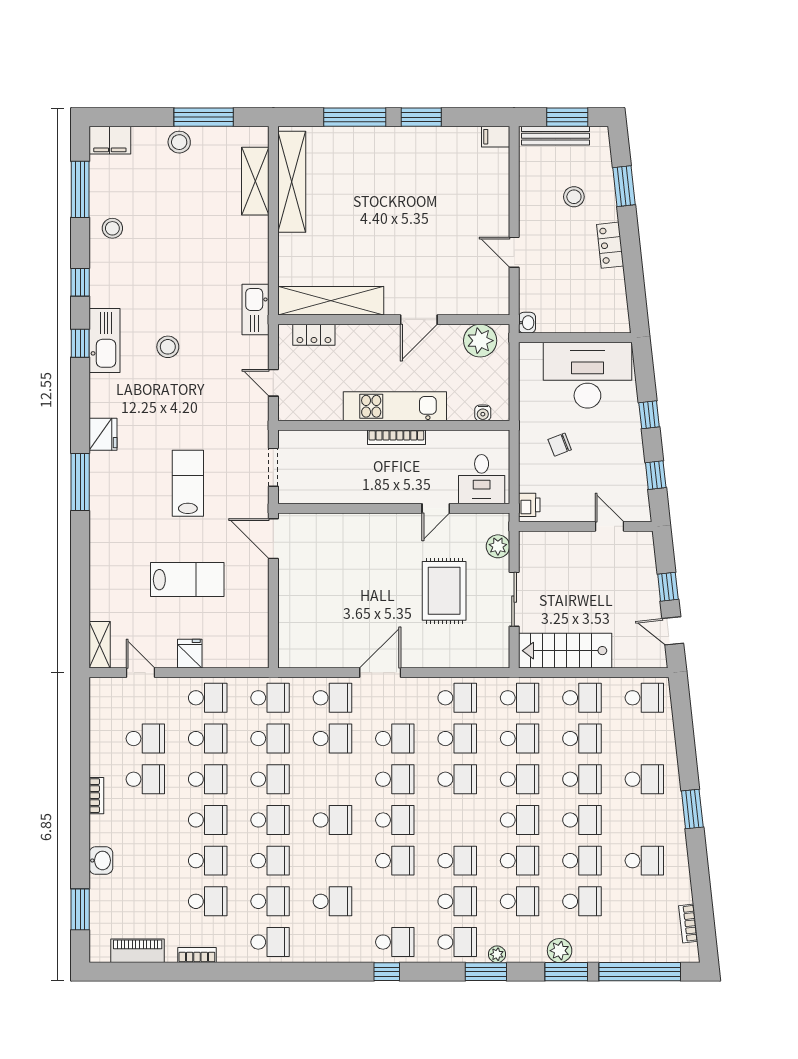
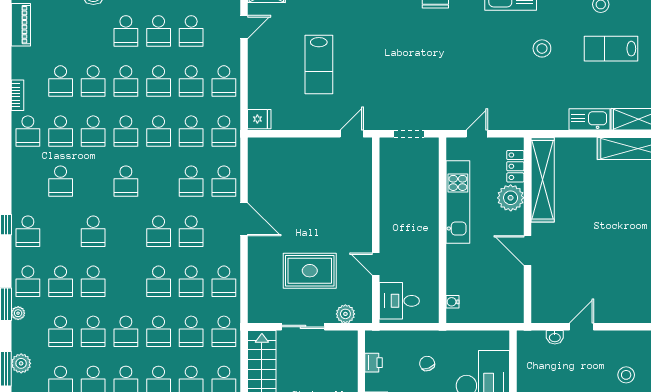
kitchen sink: (256, 310) -> (589, 119), moved
washbasin: (527, 323) -> (555, 337), moved
plant: (480, 341) -> (511, 198), moved
stool: (168, 347) -> (542, 48), moved
kitchen unit: (395, 406) -> (458, 202), moved
bookcase: (396, 437) -> (433, 232), removed
lab bench: (188, 483) -> (611, 49), moved, turned 180
printer: (529, 505) -> (374, 363), moved, turned -90
door: (273, 539) -> (352, 134), width x0.73
fridge: (190, 654) -> (259, 119), moved
school desk: (395, 820) -> (126, 31), moved
bookcase: (197, 955) -> (17, 95), moved

